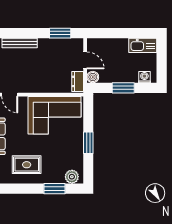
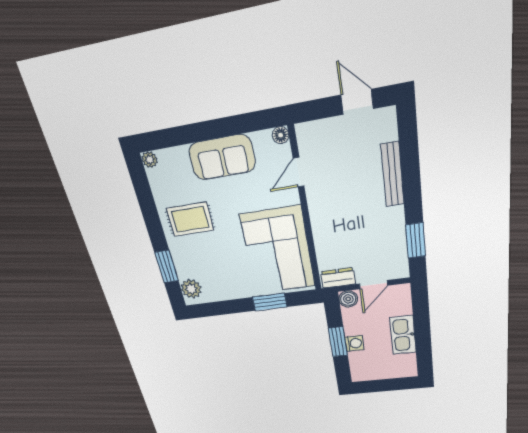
kitchen sink: (143, 45) -> (403, 335), moved
washing machine: (144, 77) -> (354, 343), moved
window: (88, 143) -> (270, 302), moved
rug: (27, 165) -> (190, 219), turned 90

